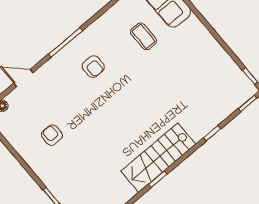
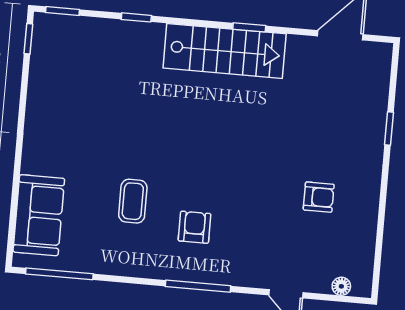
coffee table: (144, 36) -> (133, 201), moved
armchair: (52, 135) -> (319, 197), turned -90

